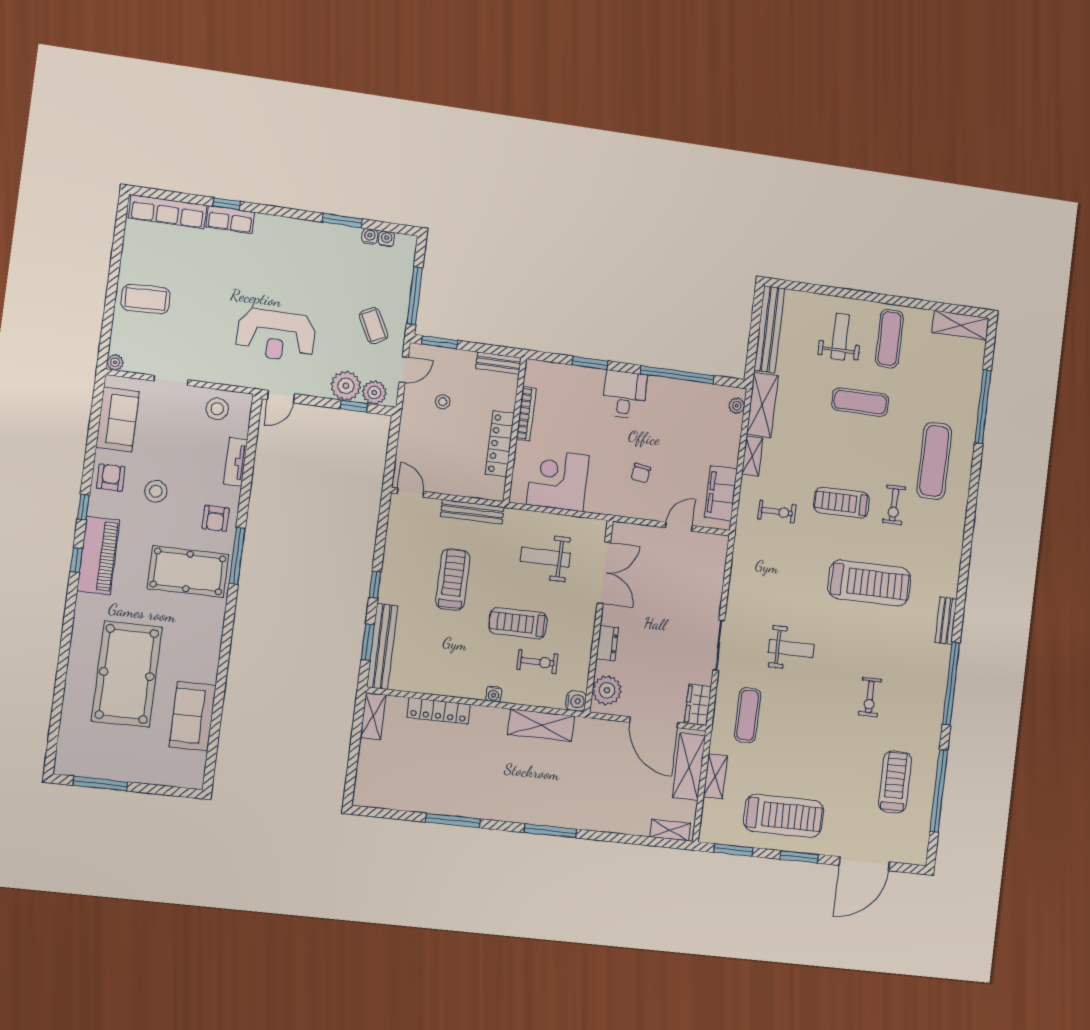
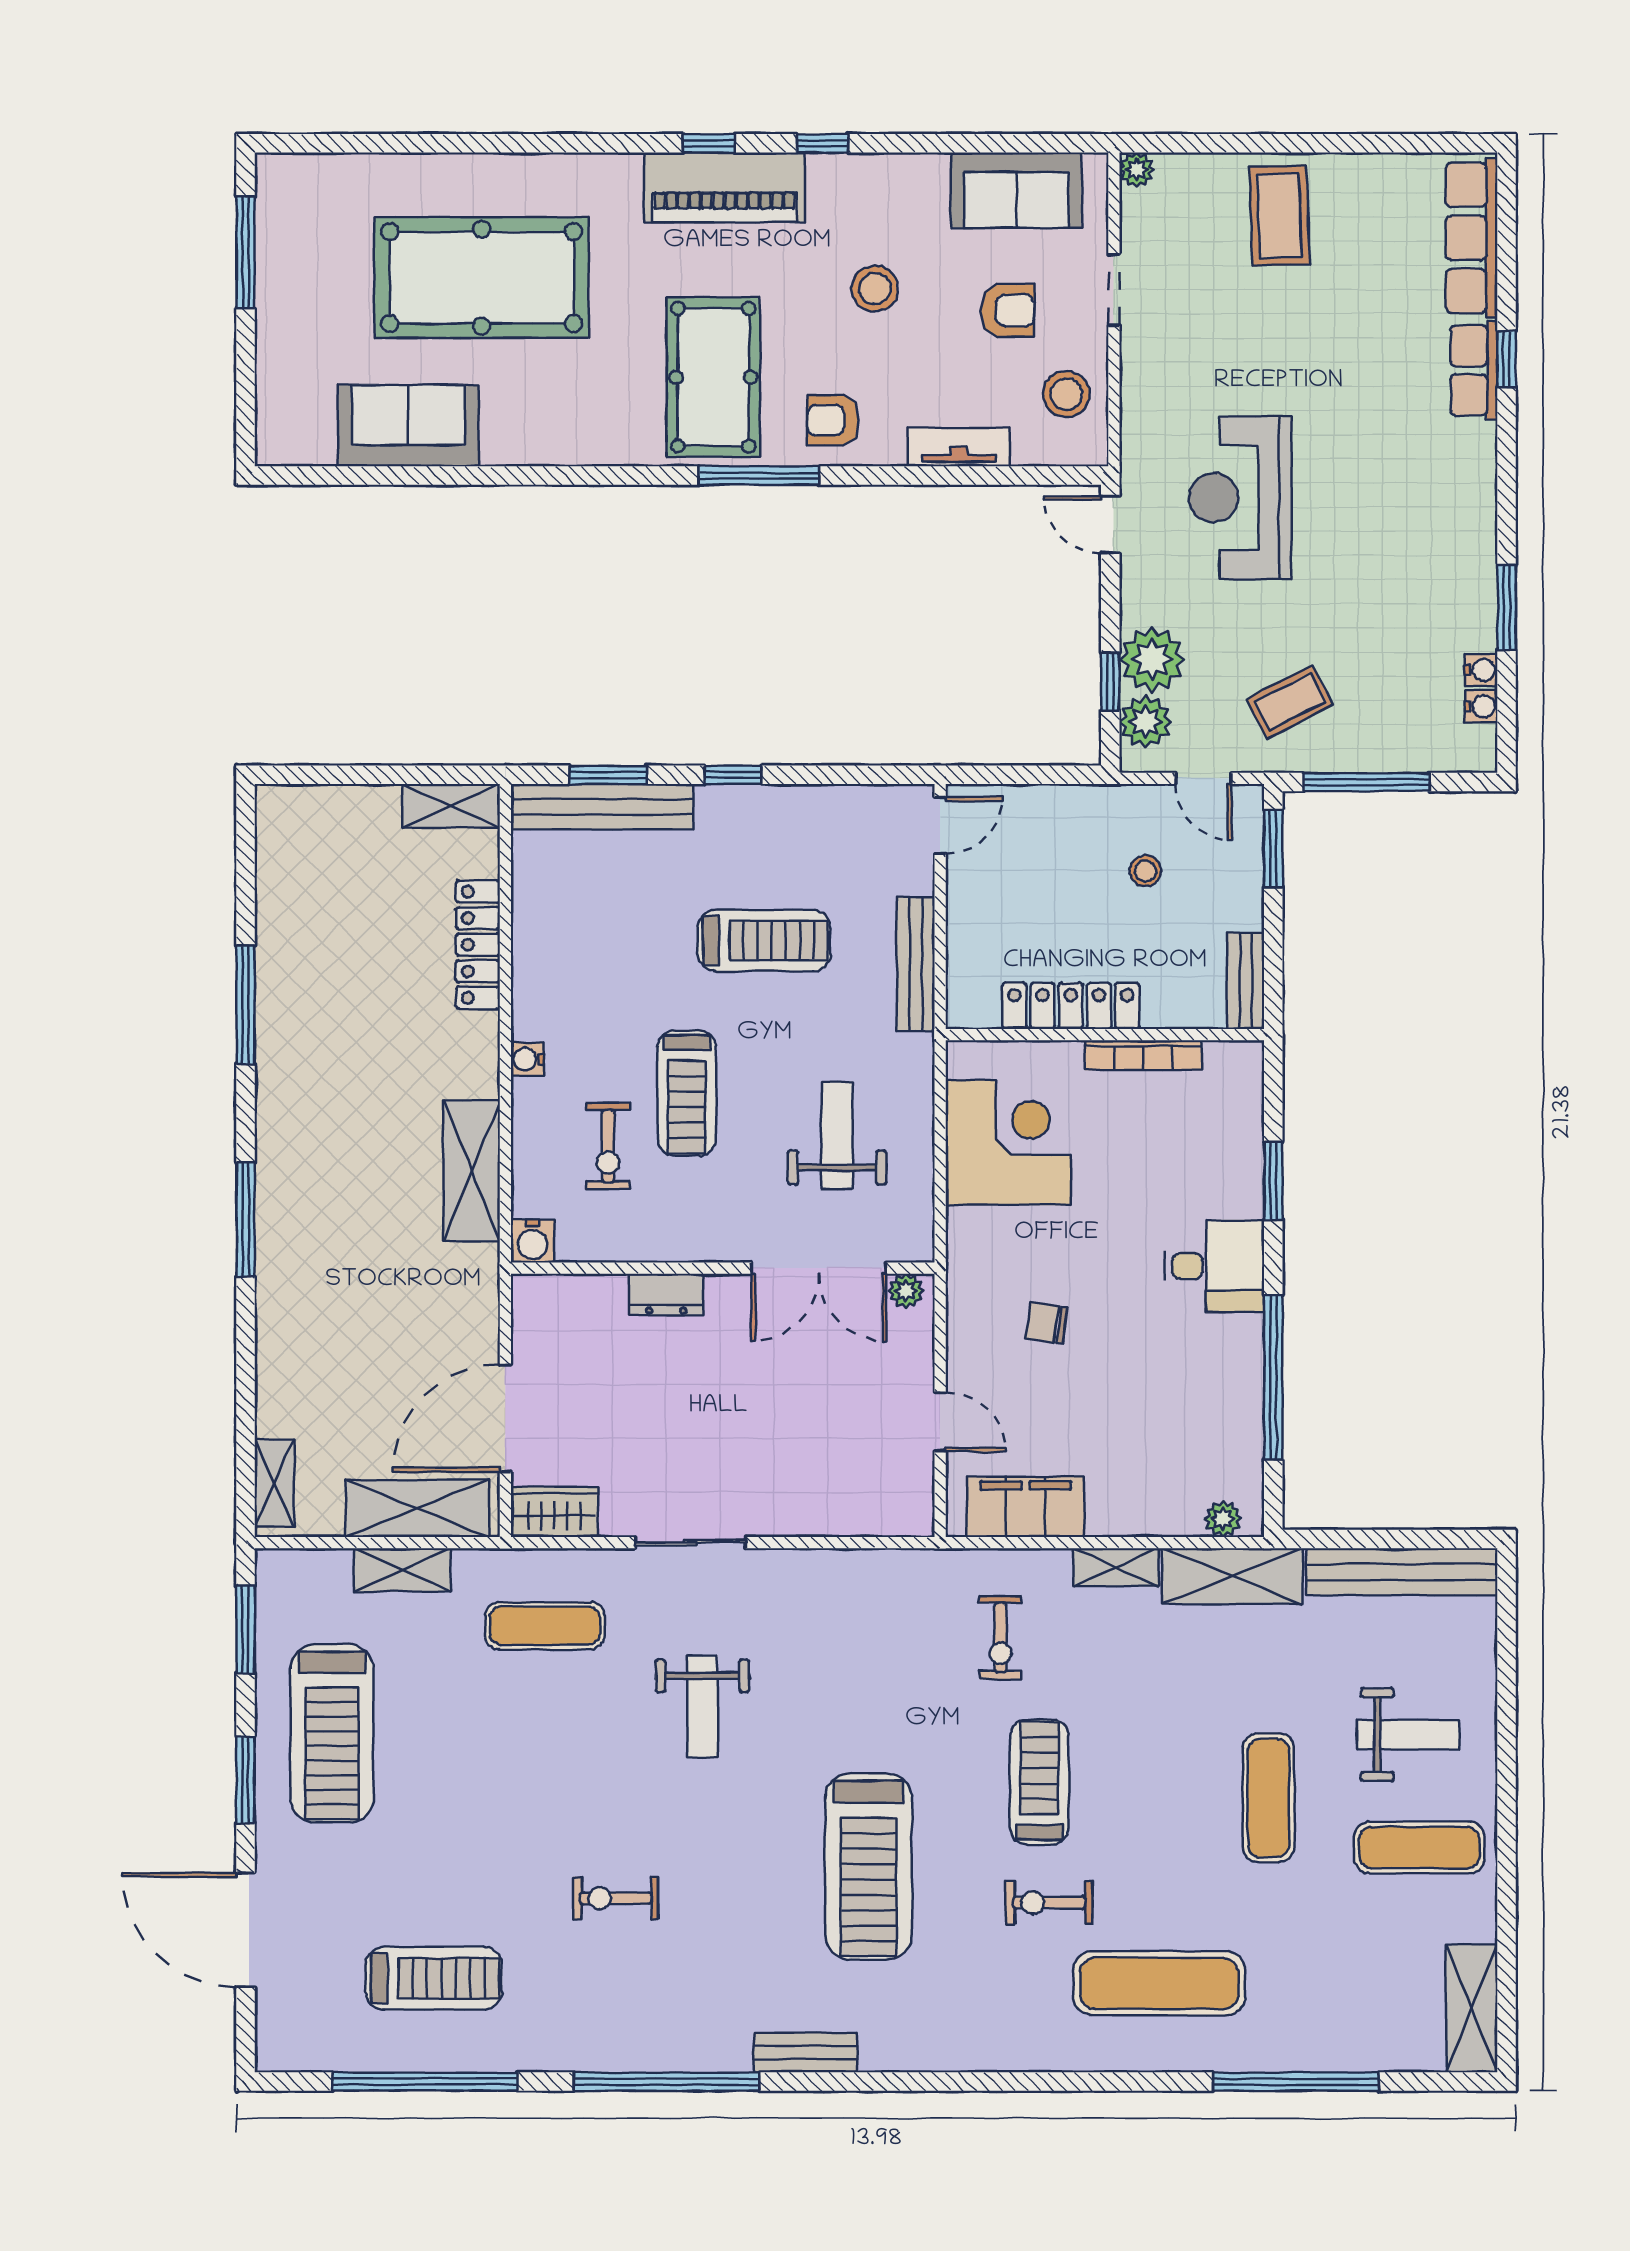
armchair: (111, 478) -> (1008, 311), moved
treadmill: (518, 623) -> (687, 1093), turned 180
plant: (607, 690) -> (906, 1291), moved, width x0.53, depth x0.53

